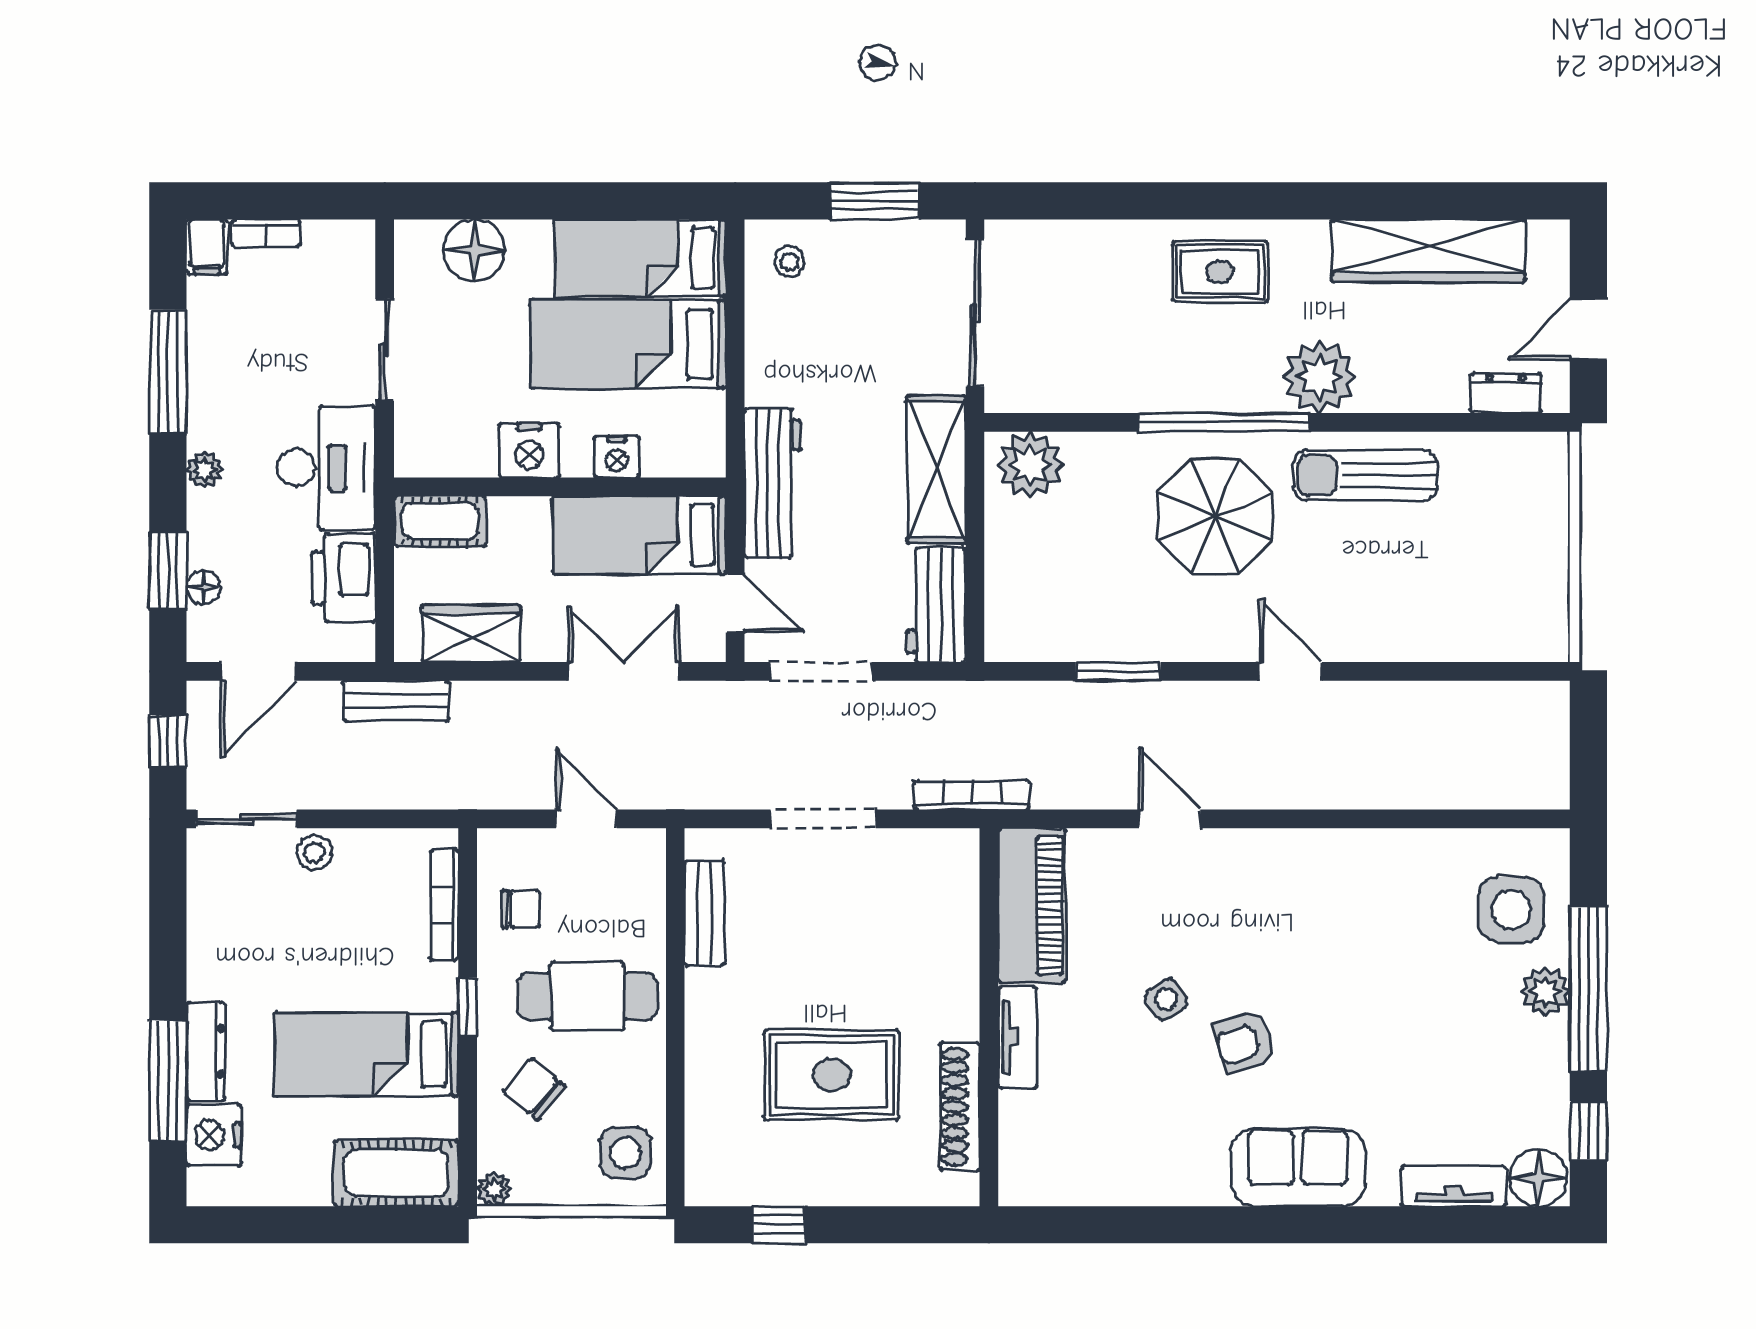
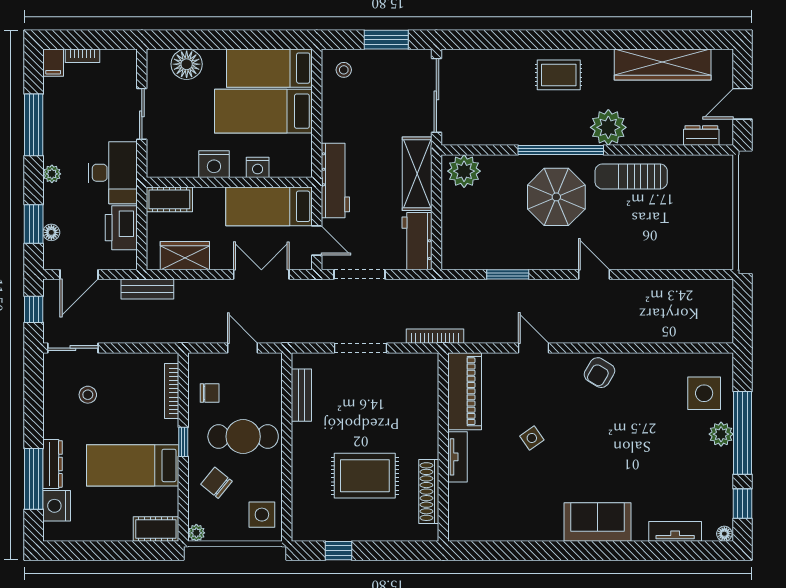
stool: (314, 853) -> (88, 395), moved
armchair: (1245, 1042) -> (599, 373), moved, turned -41
cot: (396, 1173) -> (156, 529), width x0.73, depth x0.75
floor lamp: (1538, 1178) -> (724, 534), width x0.53, depth x0.53

